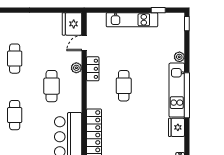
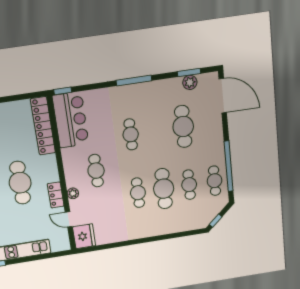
door: (84, 43) -> (69, 219), swing flipped
cafe table: (124, 86) -> (20, 183), width x1.37, depth x1.35

